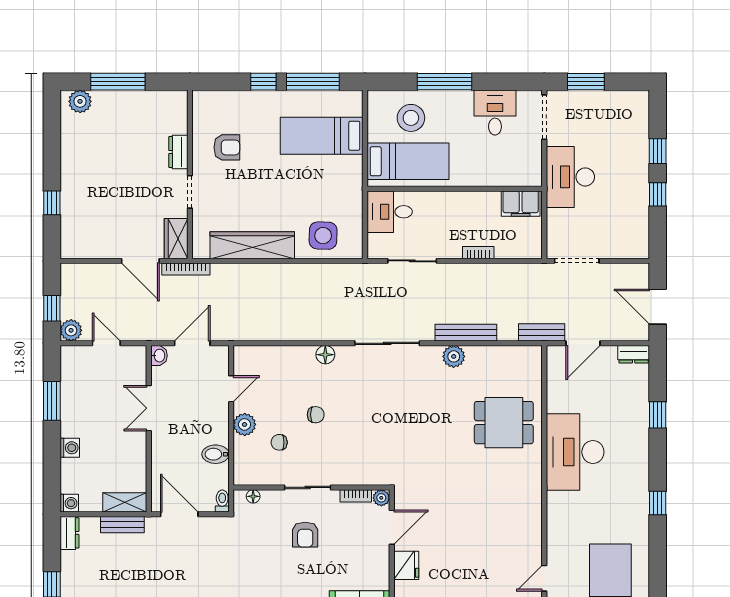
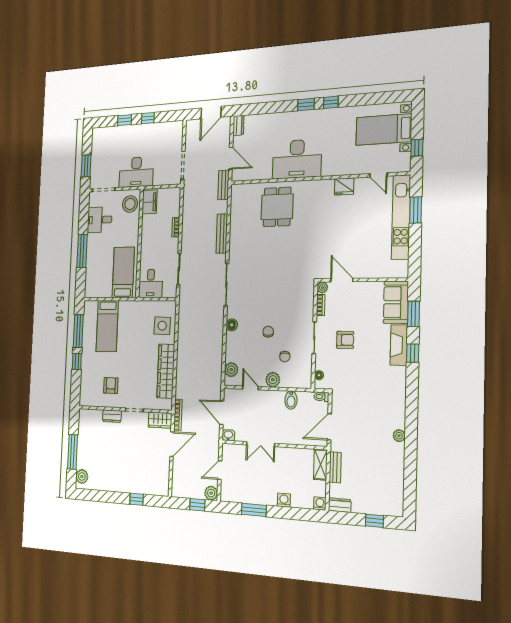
stool: (411, 118) -> (130, 204), moved
plant: (454, 356) -> (231, 370), moved
window: (658, 415) -> (306, 104), moved
fridge: (406, 565) -> (344, 186), moved, turned 180

